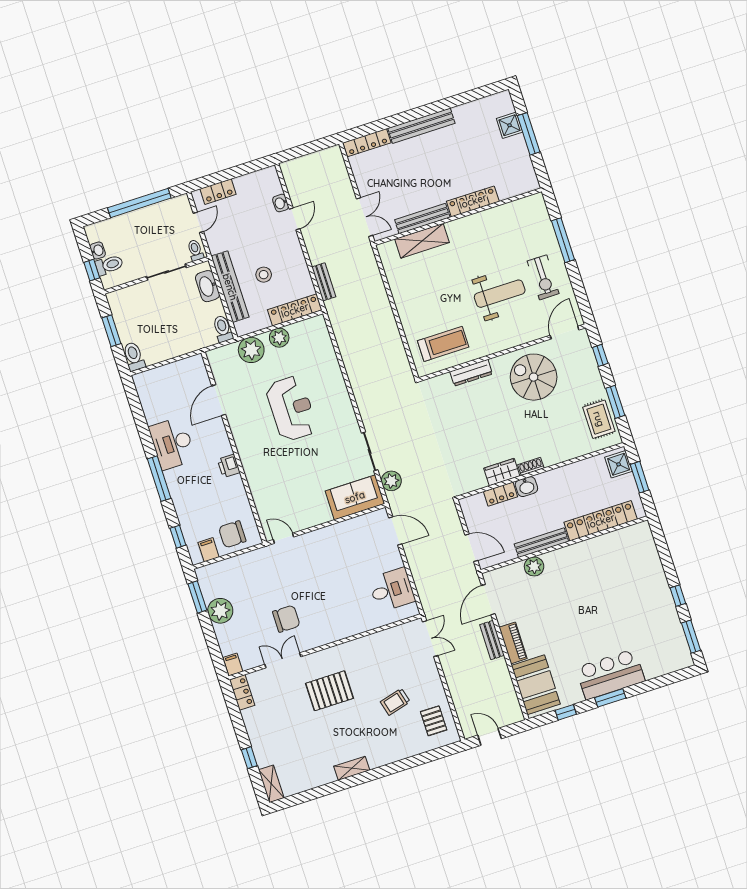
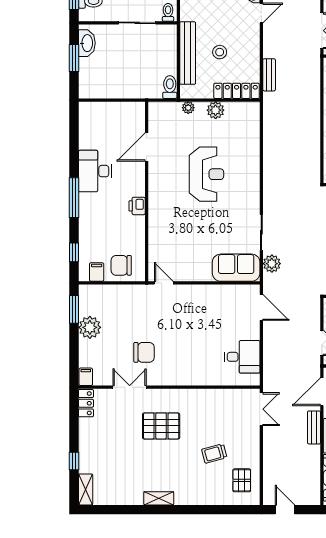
washbasin: (208, 286) -> (87, 43), moved, turned 180
plant: (251, 350) -> (188, 108), width x0.53, depth x0.53
toilet: (134, 356) -> (86, 86), removed

